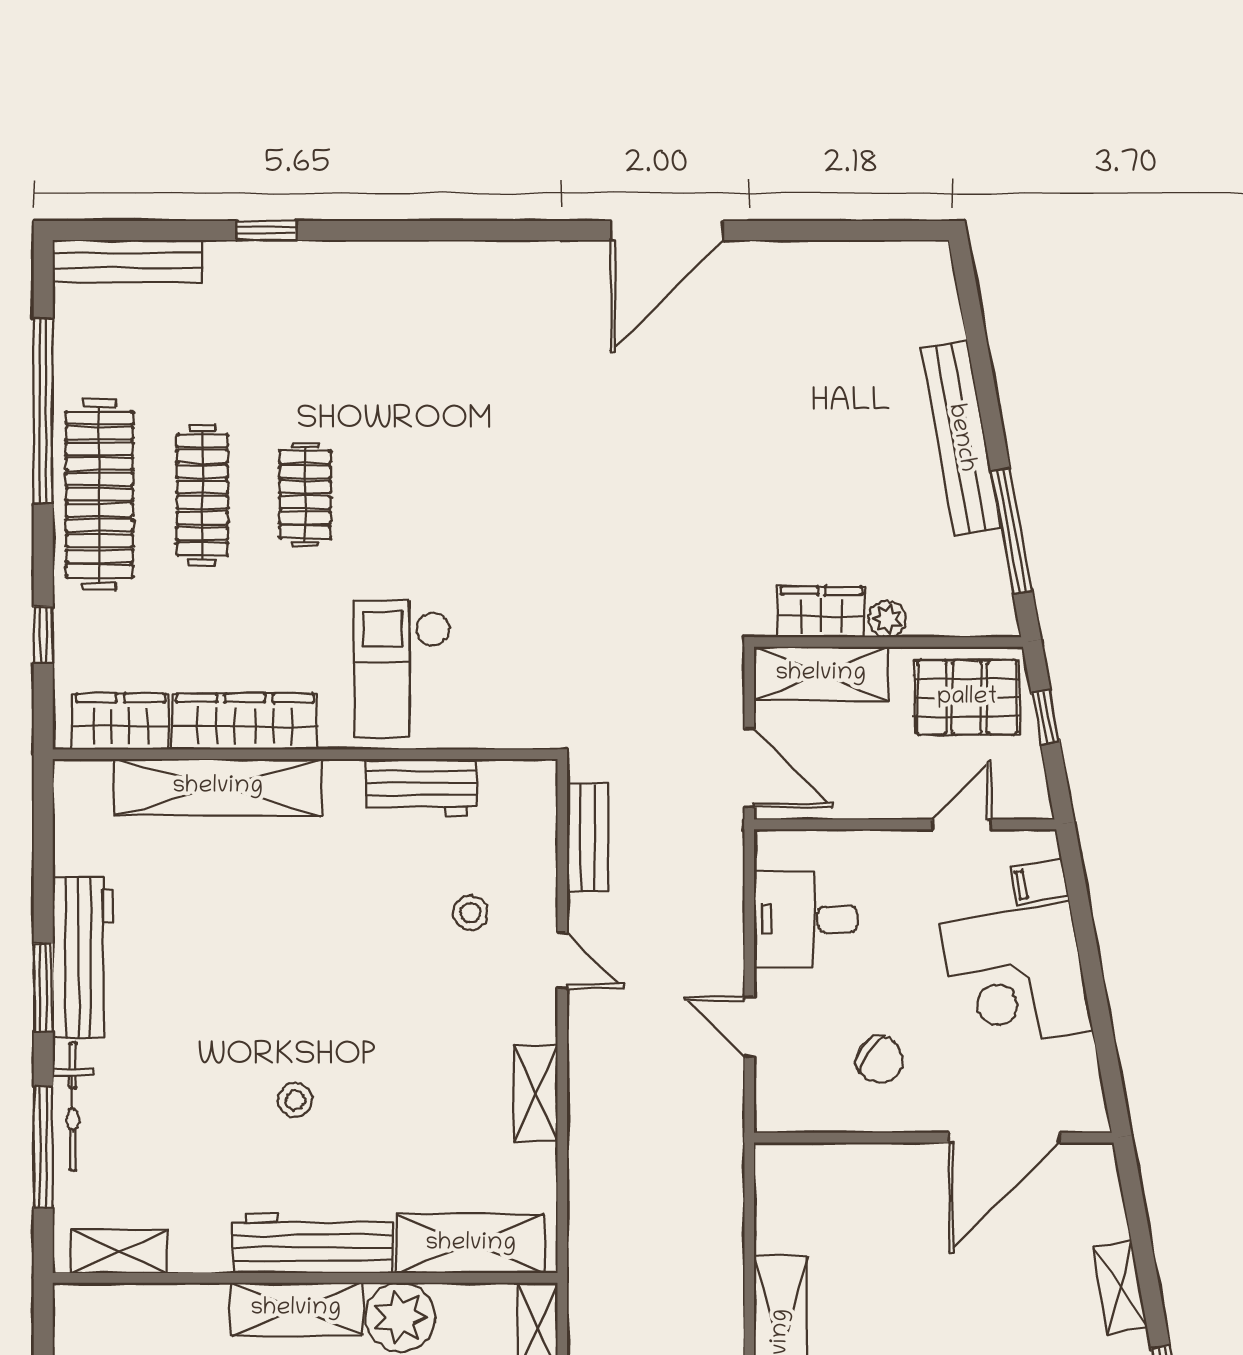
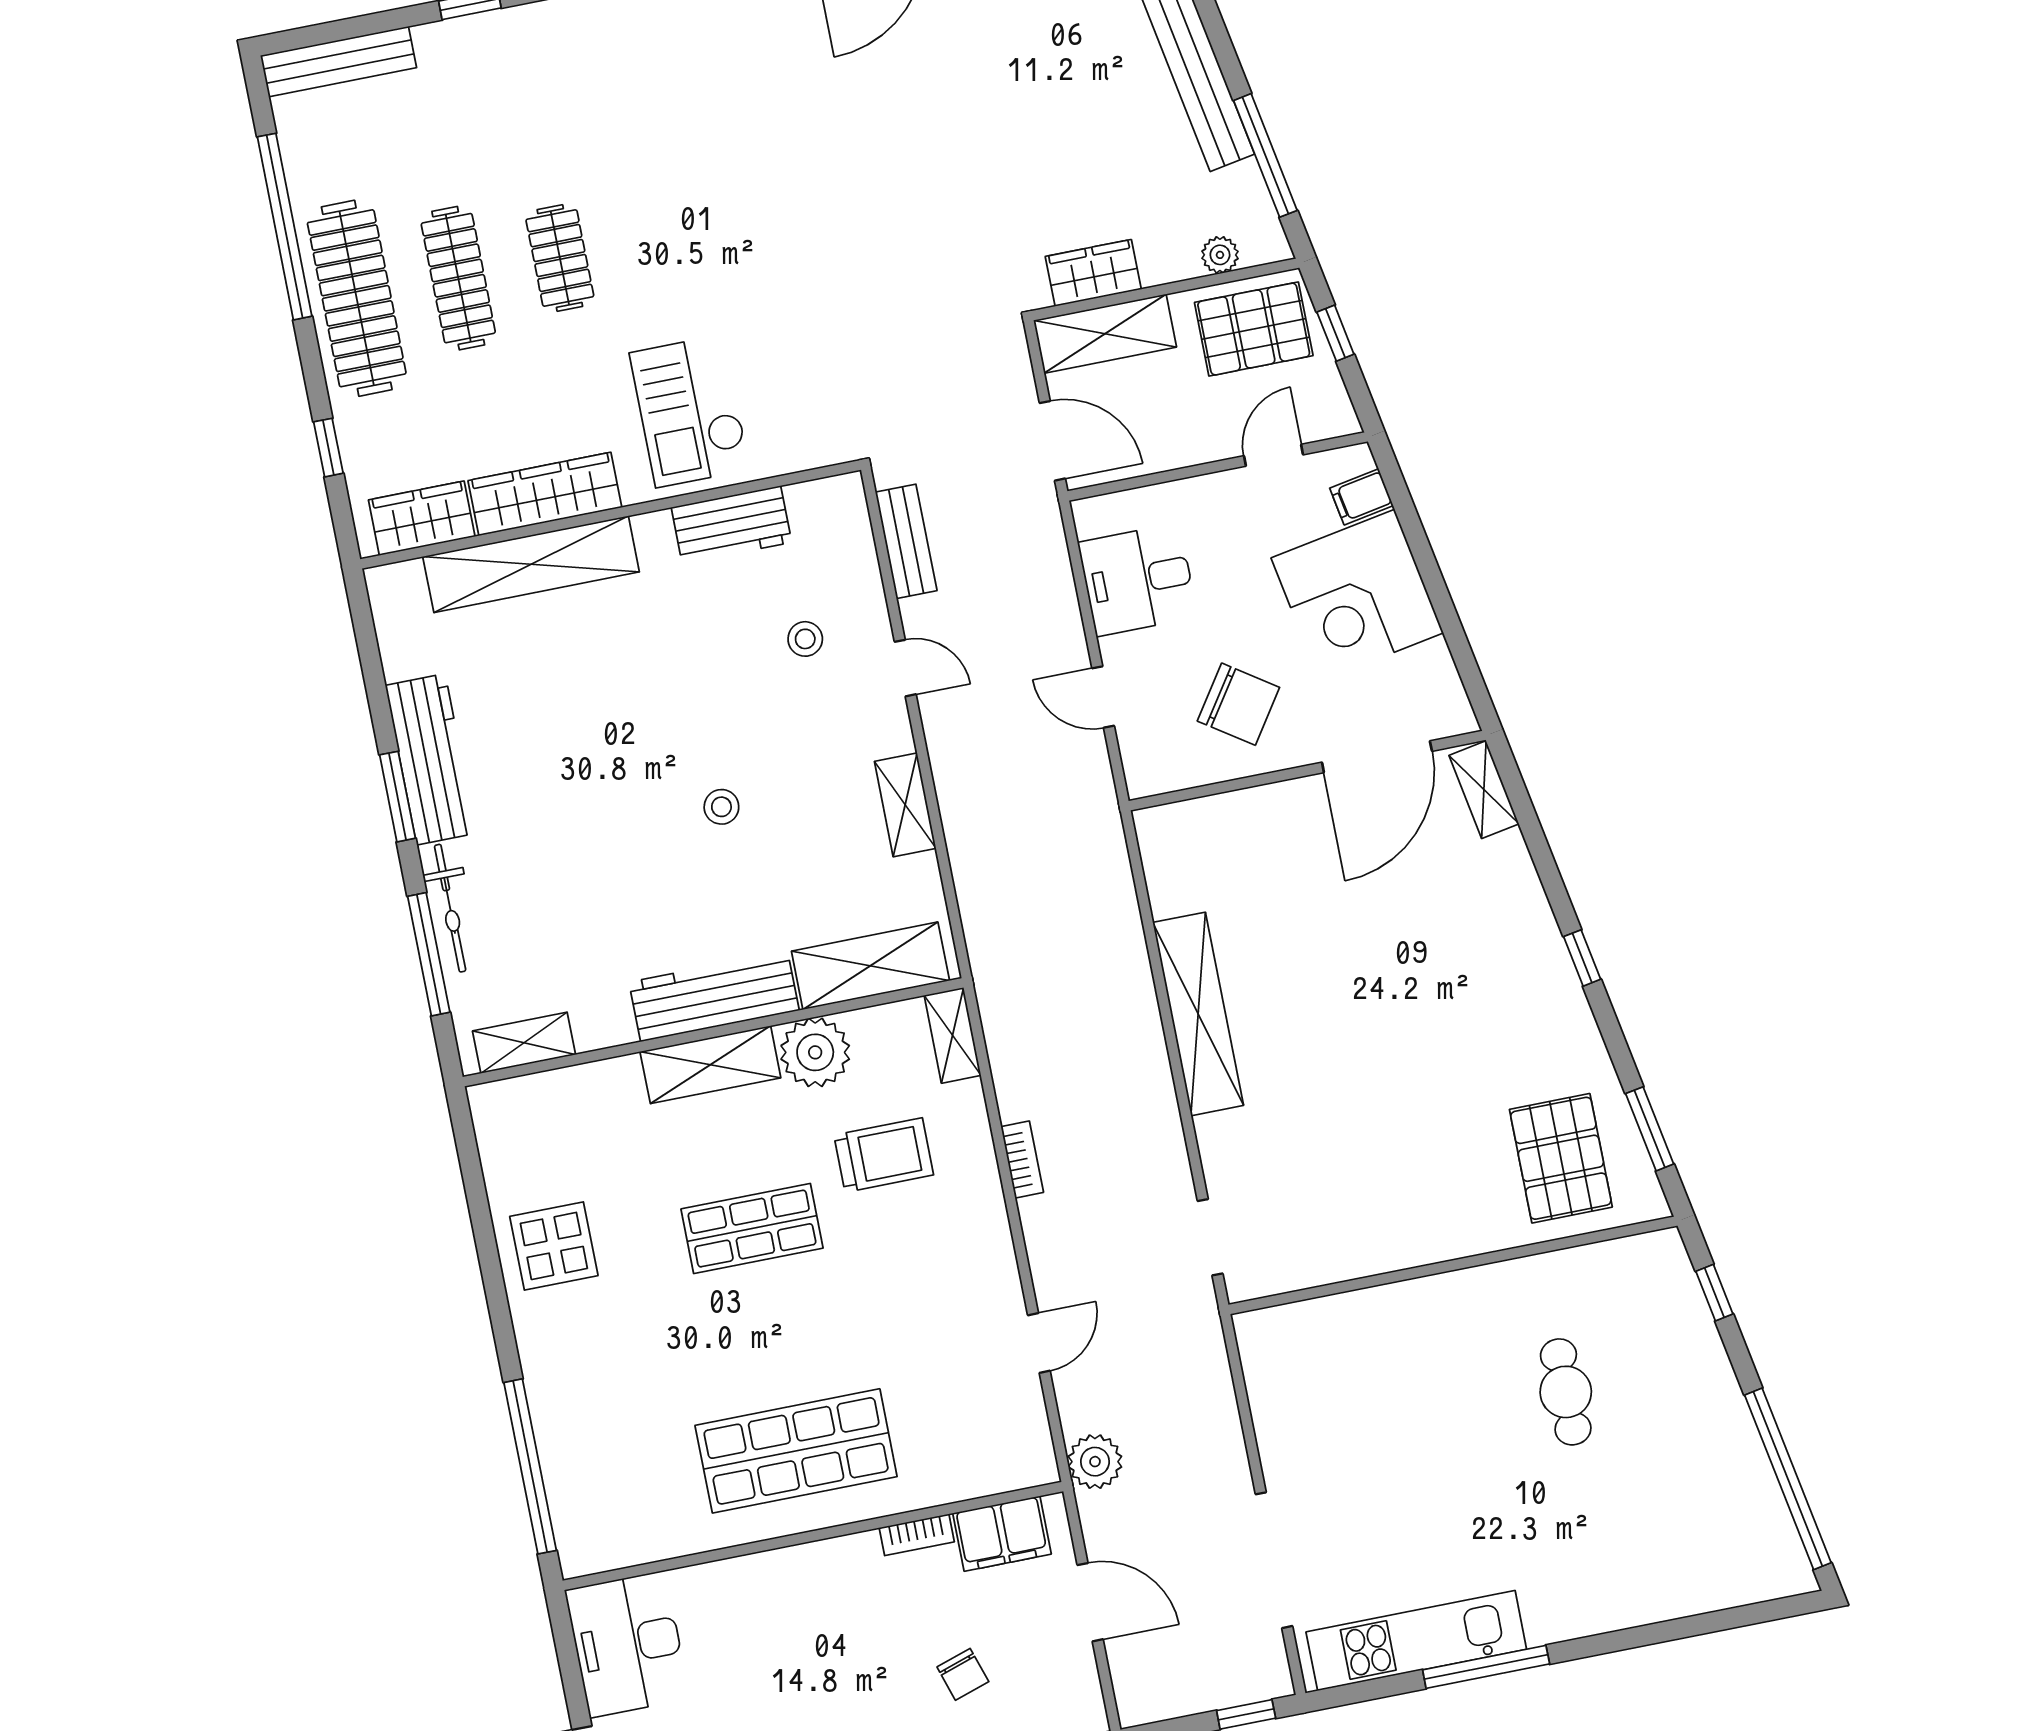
plant: (887, 619) -> (1220, 255), moved
chair: (880, 1060) -> (1238, 704), width x1.37, depth x1.37
stool: (295, 1100) -> (721, 807), moved
shelving: (1120, 1287) -> (1484, 790), moved

